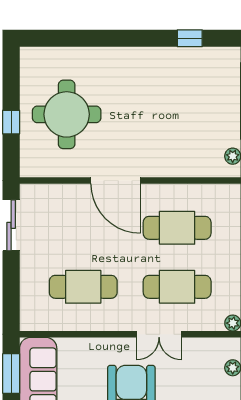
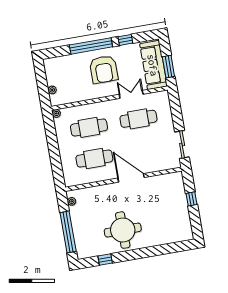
round table: (67, 114) -> (123, 230), moved
double door: (159, 334) -> (131, 94), moved

